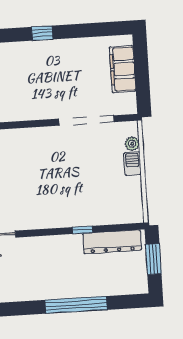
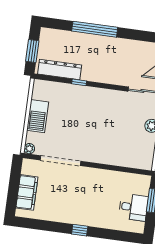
plant: (132, 144) -> (29, 149), moved
barbecue: (132, 164) -> (38, 116), width x1.88, depth x1.53

